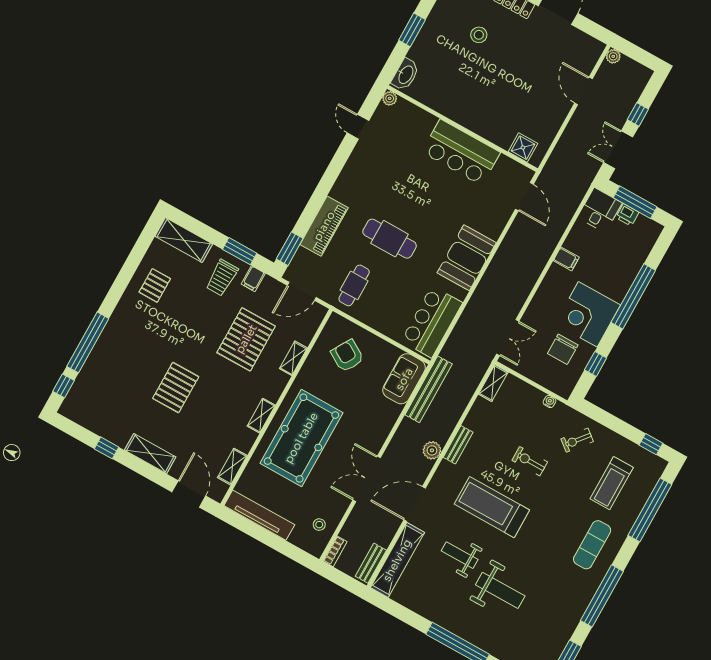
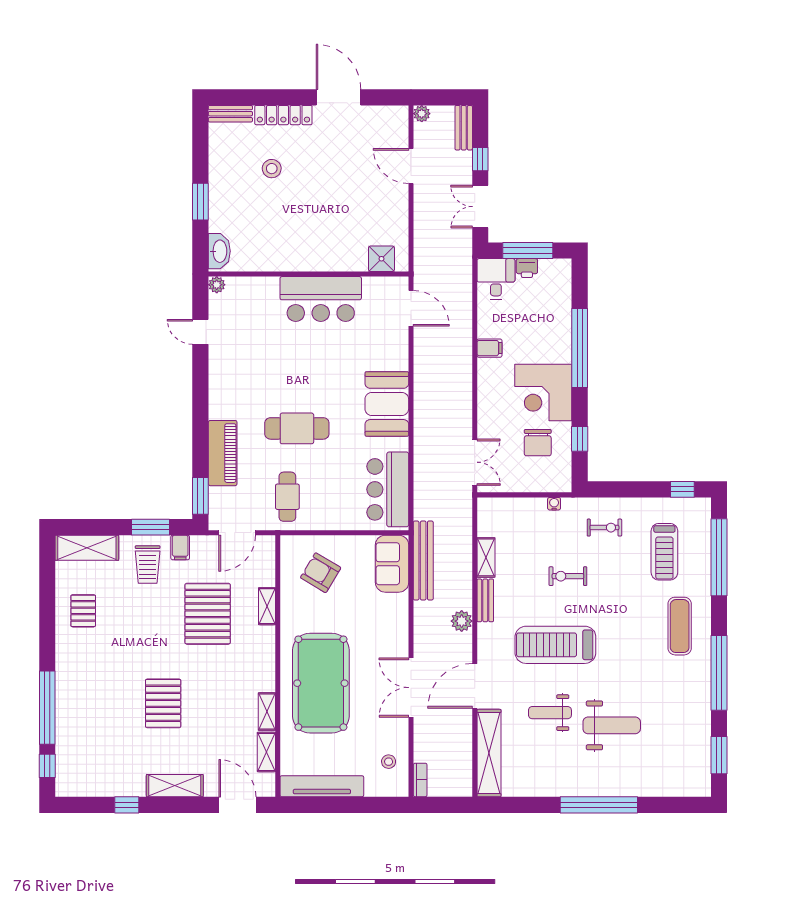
shelving: (493, 383) -> (486, 557), moved
shelving: (261, 416) -> (267, 712), moved
exercise bike: (577, 440) -> (604, 528), turned -129
bench: (371, 563) -> (464, 128), moved

